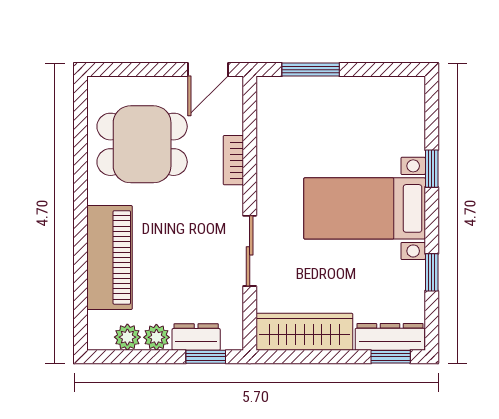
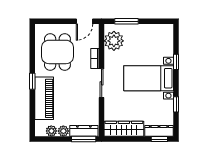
plant: (280, 117) -> (114, 41), added
dining table: (142, 144) -> (57, 52), turned 90
window: (80, 216) -> (32, 81), added
sliding door: (250, 251) -> (102, 83), moved
dresser: (196, 337) -> (84, 131), width x1.44
window: (206, 357) -> (84, 139), width x1.50

